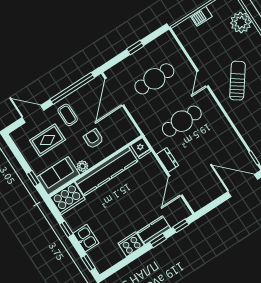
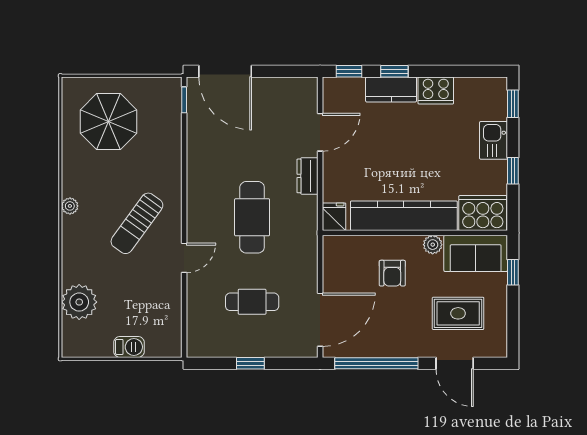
cafe table: (154, 79) -> (252, 302), width x0.73, depth x0.74
coffee table: (68, 115) -> (407, 330), removed
cafe table: (182, 121) -> (252, 217), turned 90

